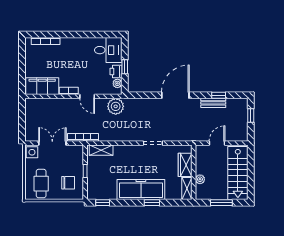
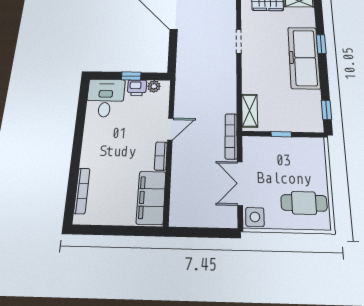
plant: (116, 106) -> (187, 89), removed
chair: (68, 183) -> (300, 160), removed

